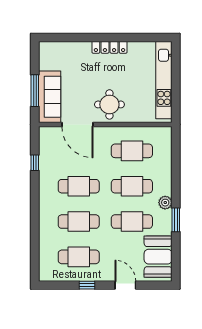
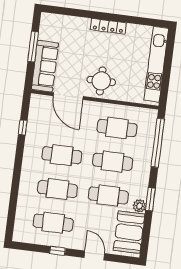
window: (35, 91) -> (33, 47), moved
window: (176, 161) -> (158, 143), added
plant: (165, 203) -> (139, 206), moved

